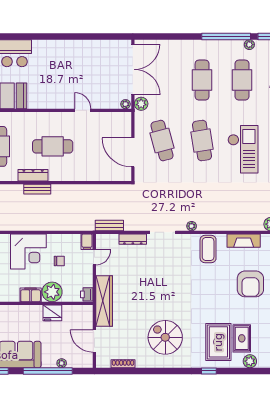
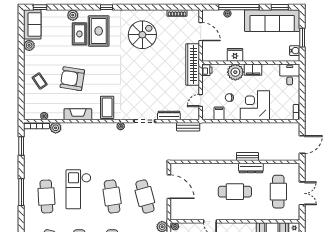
filing cabinet: (87, 242) -> (219, 113), moved
armchair: (250, 284) -> (72, 79), turned -81
spiral stairs: (165, 337) -> (142, 35), turned -90

